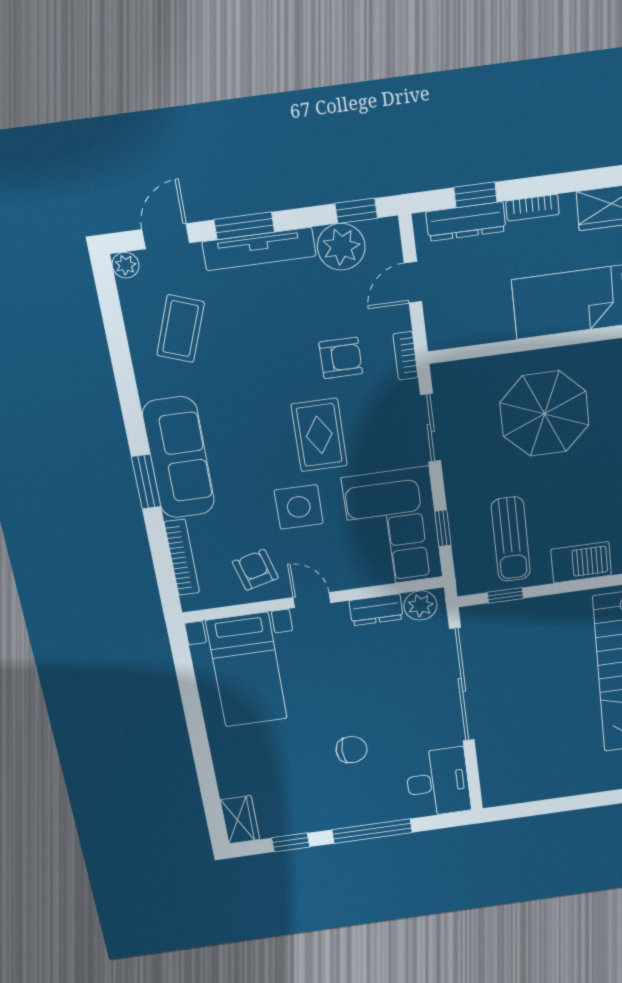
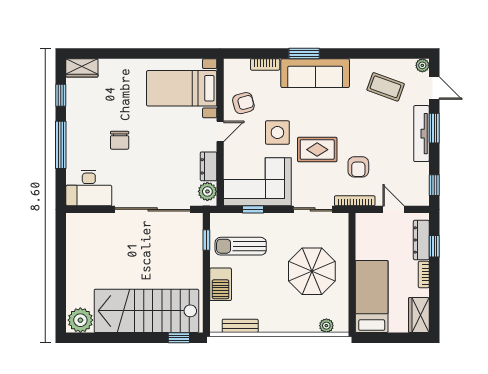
plant: (341, 247) -> (417, 175), removed
bookcase: (405, 356) -> (355, 201), width x1.56
bookcase: (182, 557) -> (265, 64), width x0.64

